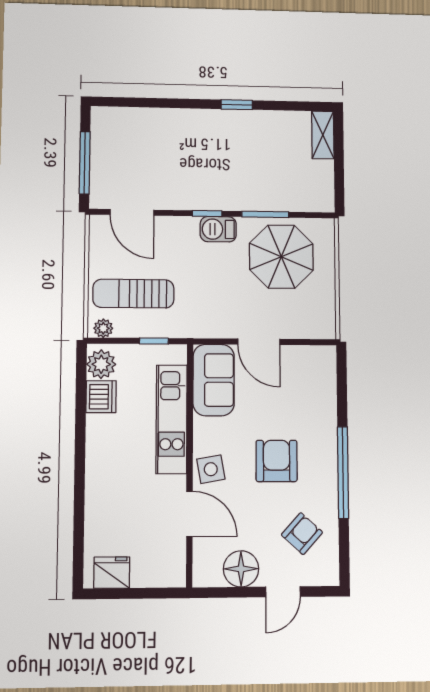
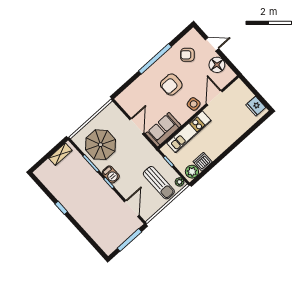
shelving: (323, 135) -> (60, 154), moved

